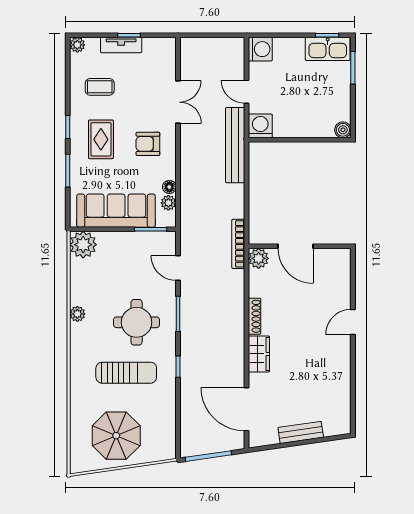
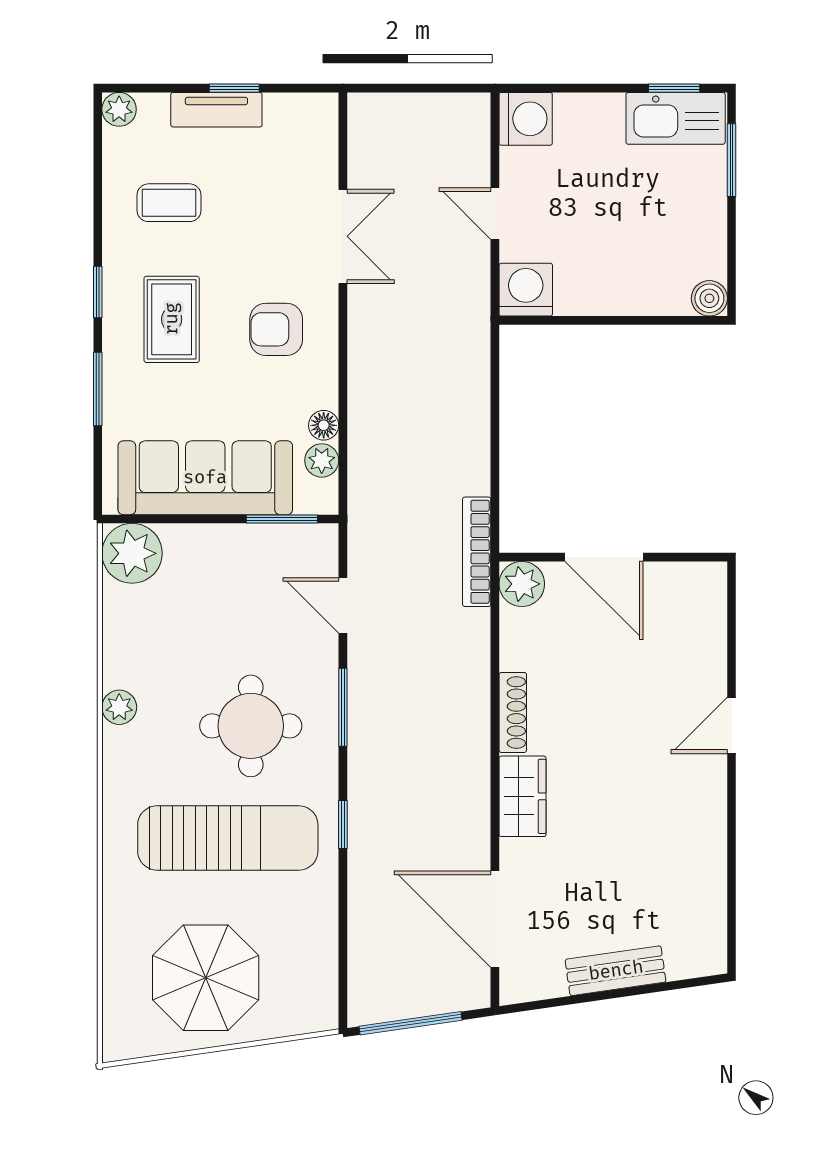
bench: (235, 145) -> (470, 332), removed
sun lounger: (126, 373) -> (228, 838), width x1.36, depth x1.34

